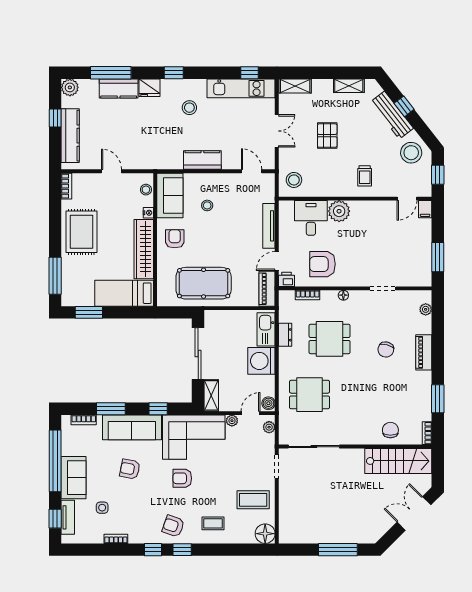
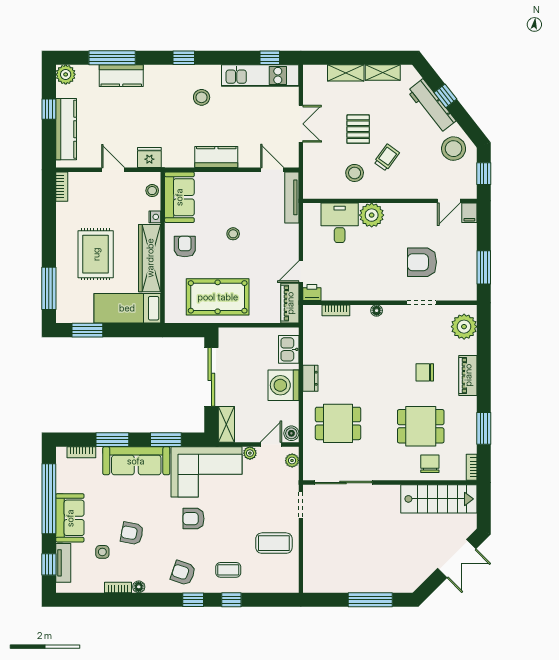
shelving: (295, 86) -> (346, 73), moved
fridge: (149, 88) -> (149, 158), moved, turned 180
trolley: (365, 176) -> (387, 158), moved, turned -144
stool: (294, 180) -> (355, 173), moved
stool: (207, 205) -> (233, 234), moved
tv unit: (269, 226) -> (292, 197), moved
rug: (81, 232) -> (96, 254), moved
armchair: (322, 264) -> (422, 262), moved
plant: (426, 309) -> (464, 327), width x1.88, depth x1.88
kitchen sink: (266, 329) -> (289, 349), width x0.73
dresser: (285, 335) -> (310, 378), moved
dining table: (330, 339) -> (421, 426), moved
chair: (386, 350) -> (425, 372), turned 75
window: (158, 409) -> (166, 440), width x1.50
armchair: (130, 469) -> (132, 533), moved
double door: (414, 513) -> (457, 559), swing flipped
floor lamp: (265, 534) -> (139, 587), moved, width x0.53, depth x0.53
window: (153, 550) -> (231, 600), moved

